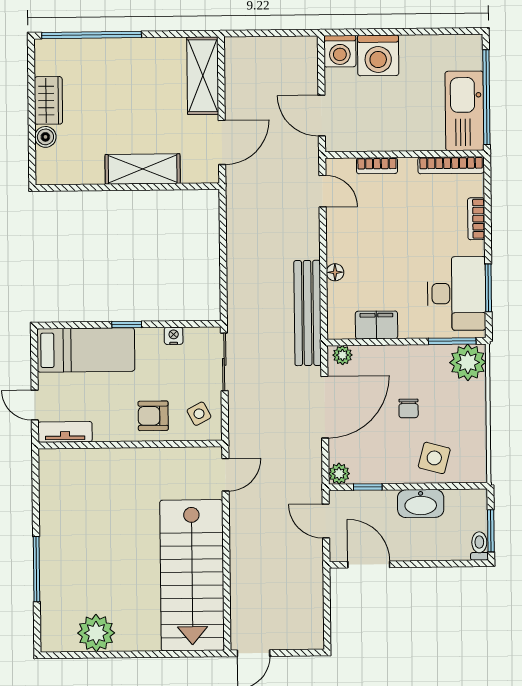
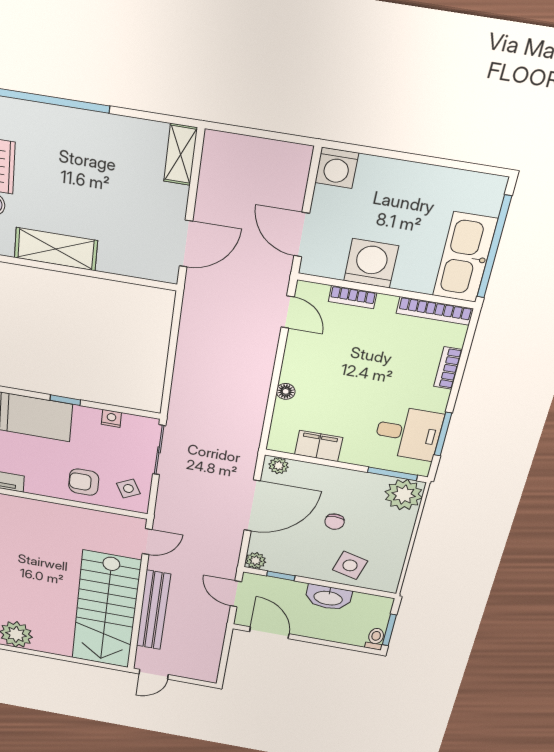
washing machine: (378, 55) -> (371, 263), moved, turned 180
shelving: (203, 76) -> (180, 155), width x0.67, depth x0.75
shelving: (143, 169) -> (56, 249), moved
desk: (457, 293) -> (408, 433), width x0.73
bench: (308, 313) -> (153, 610), moved

